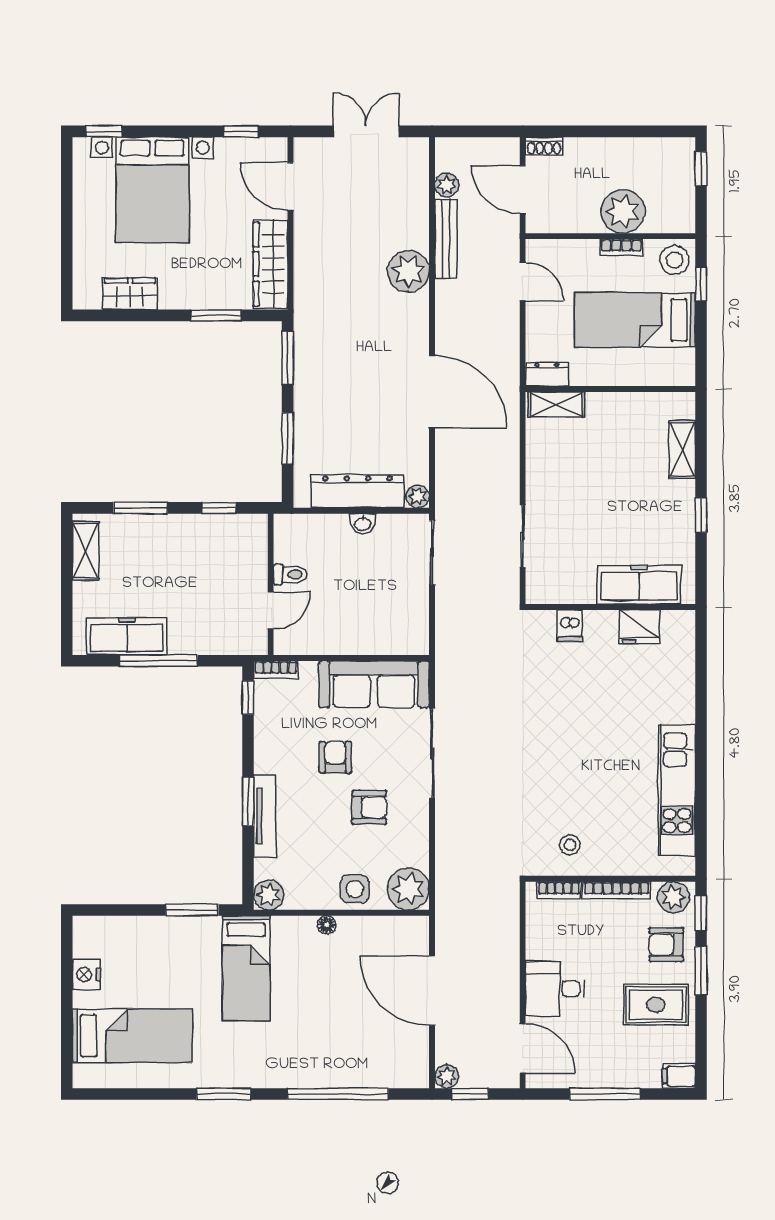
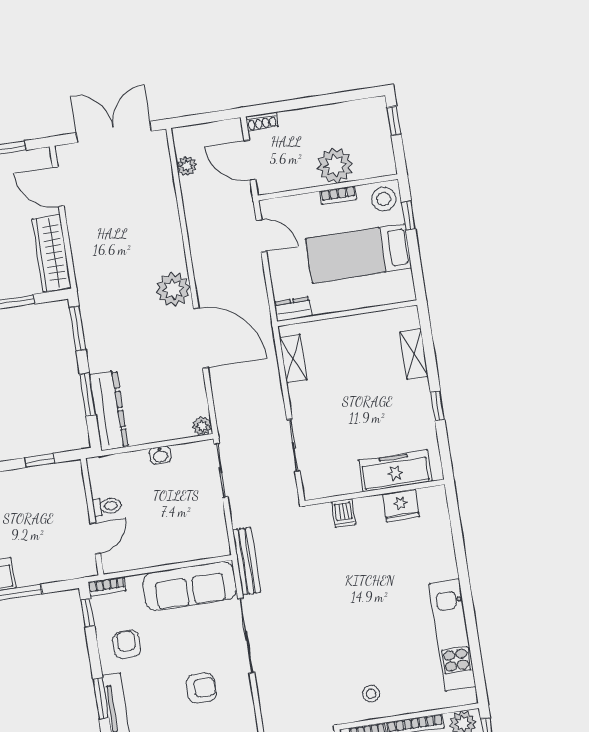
double door: (366, 131) -> (114, 132), width x1.37
bench: (446, 239) -> (247, 561), moved
plant: (408, 271) -> (173, 289), moved
shelving: (556, 404) -> (293, 358), moved, turned 90
dresser: (357, 491) -> (109, 411), moved, turned 90
armchair: (335, 757) -> (127, 644), moved

